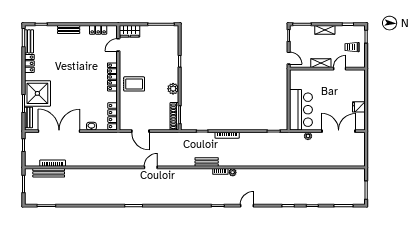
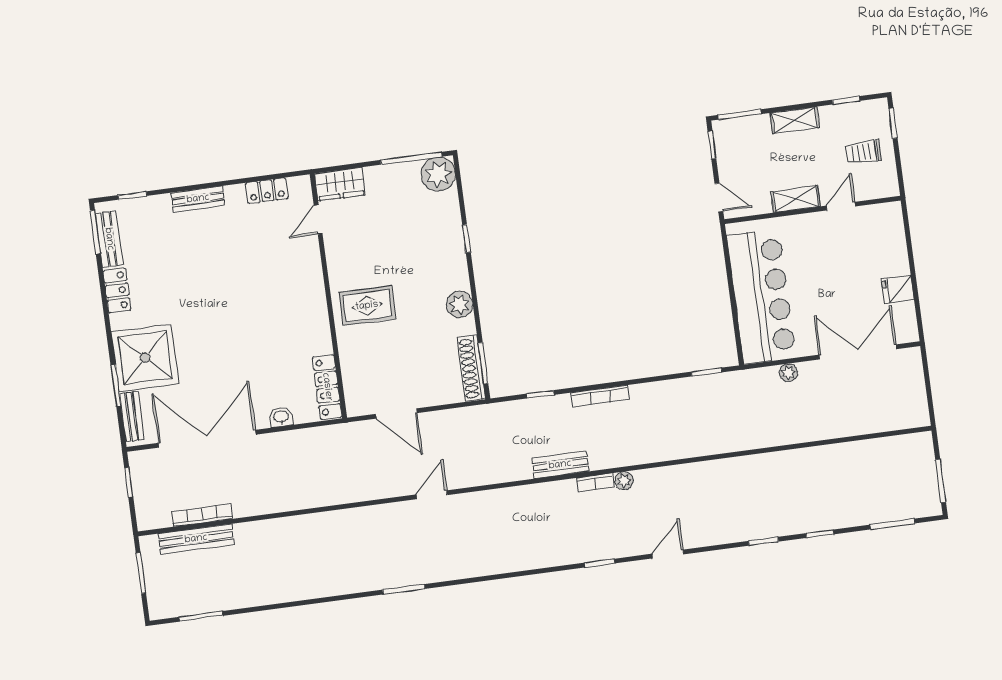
plant: (171, 33) -> (438, 174), added
locker: (112, 77) -> (315, 296), removed
bar counter: (301, 110) -> (761, 297), width x1.36

